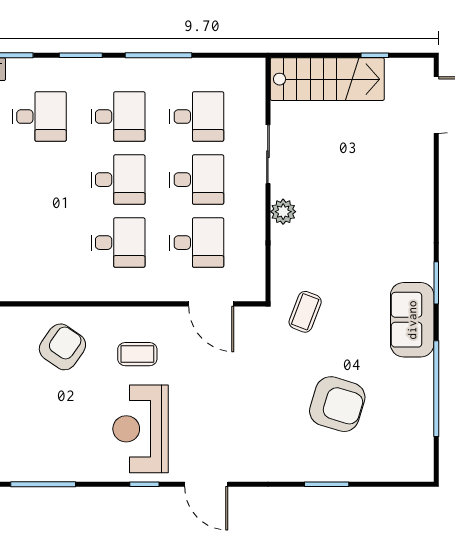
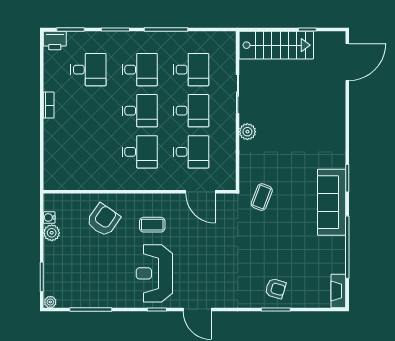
sofa: (412, 320) -> (332, 202), width x1.36
armchair: (337, 404) -> (276, 288), moved, width x0.53, depth x0.53
fireplace: (423, 456) -> (338, 291), added

